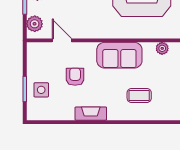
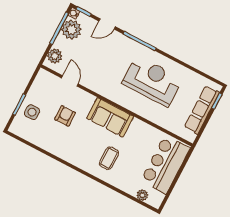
plant: (162, 48) -> (148, 130), removed
coffee table: (139, 95) -> (109, 158), turned 90
fireplace: (91, 114) -> (62, 152), removed

